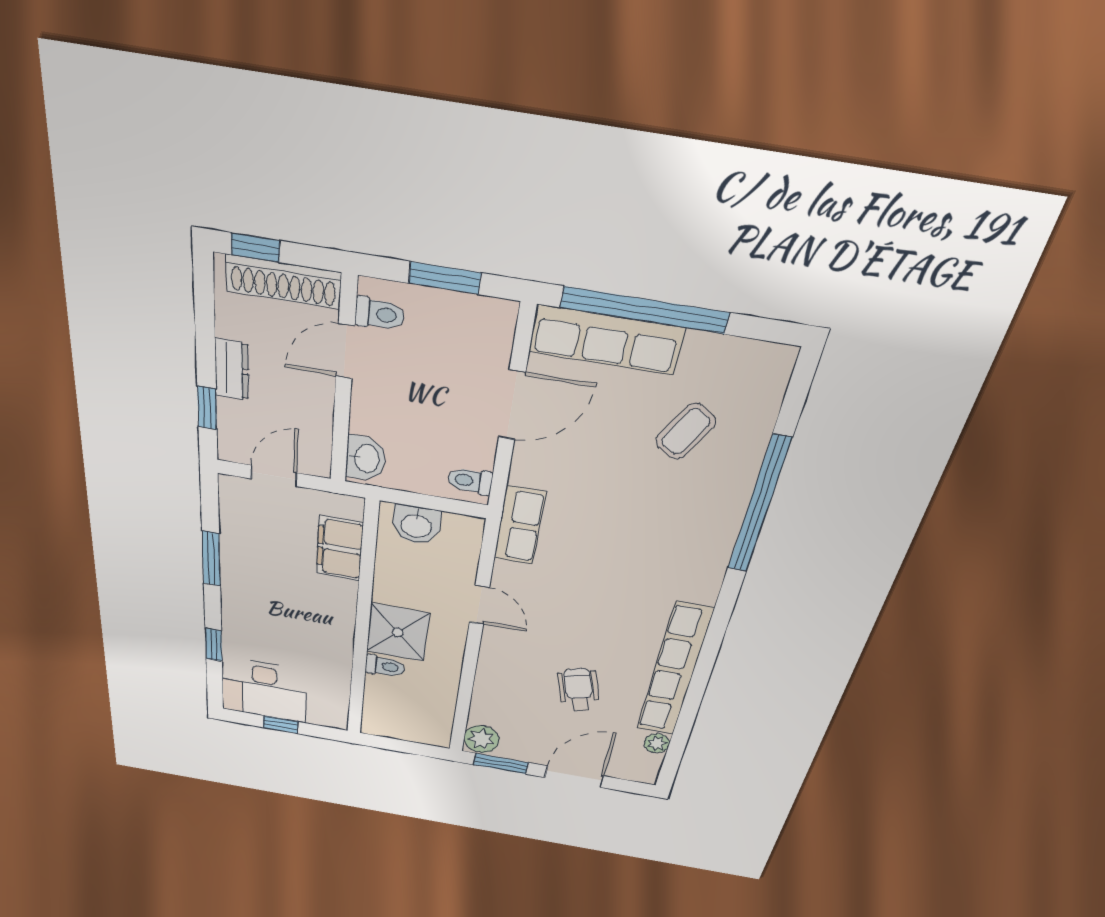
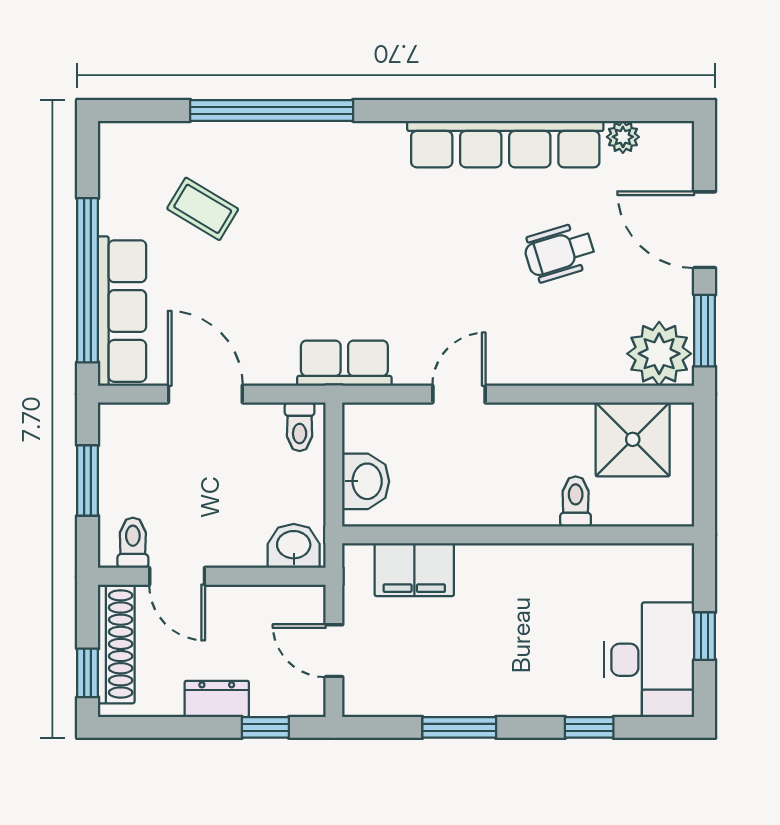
shower: (398, 632) -> (633, 439), moved
plant: (482, 739) -> (659, 354), width x1.36, depth x1.36

